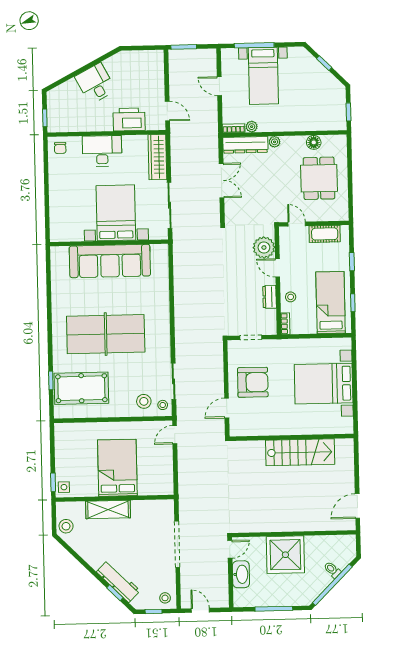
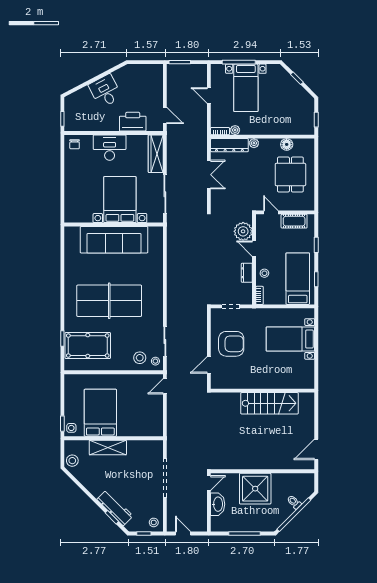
bed with nightstands: (324, 384) -> (290, 339), width x0.73
bed: (117, 468) -> (100, 413), moved

